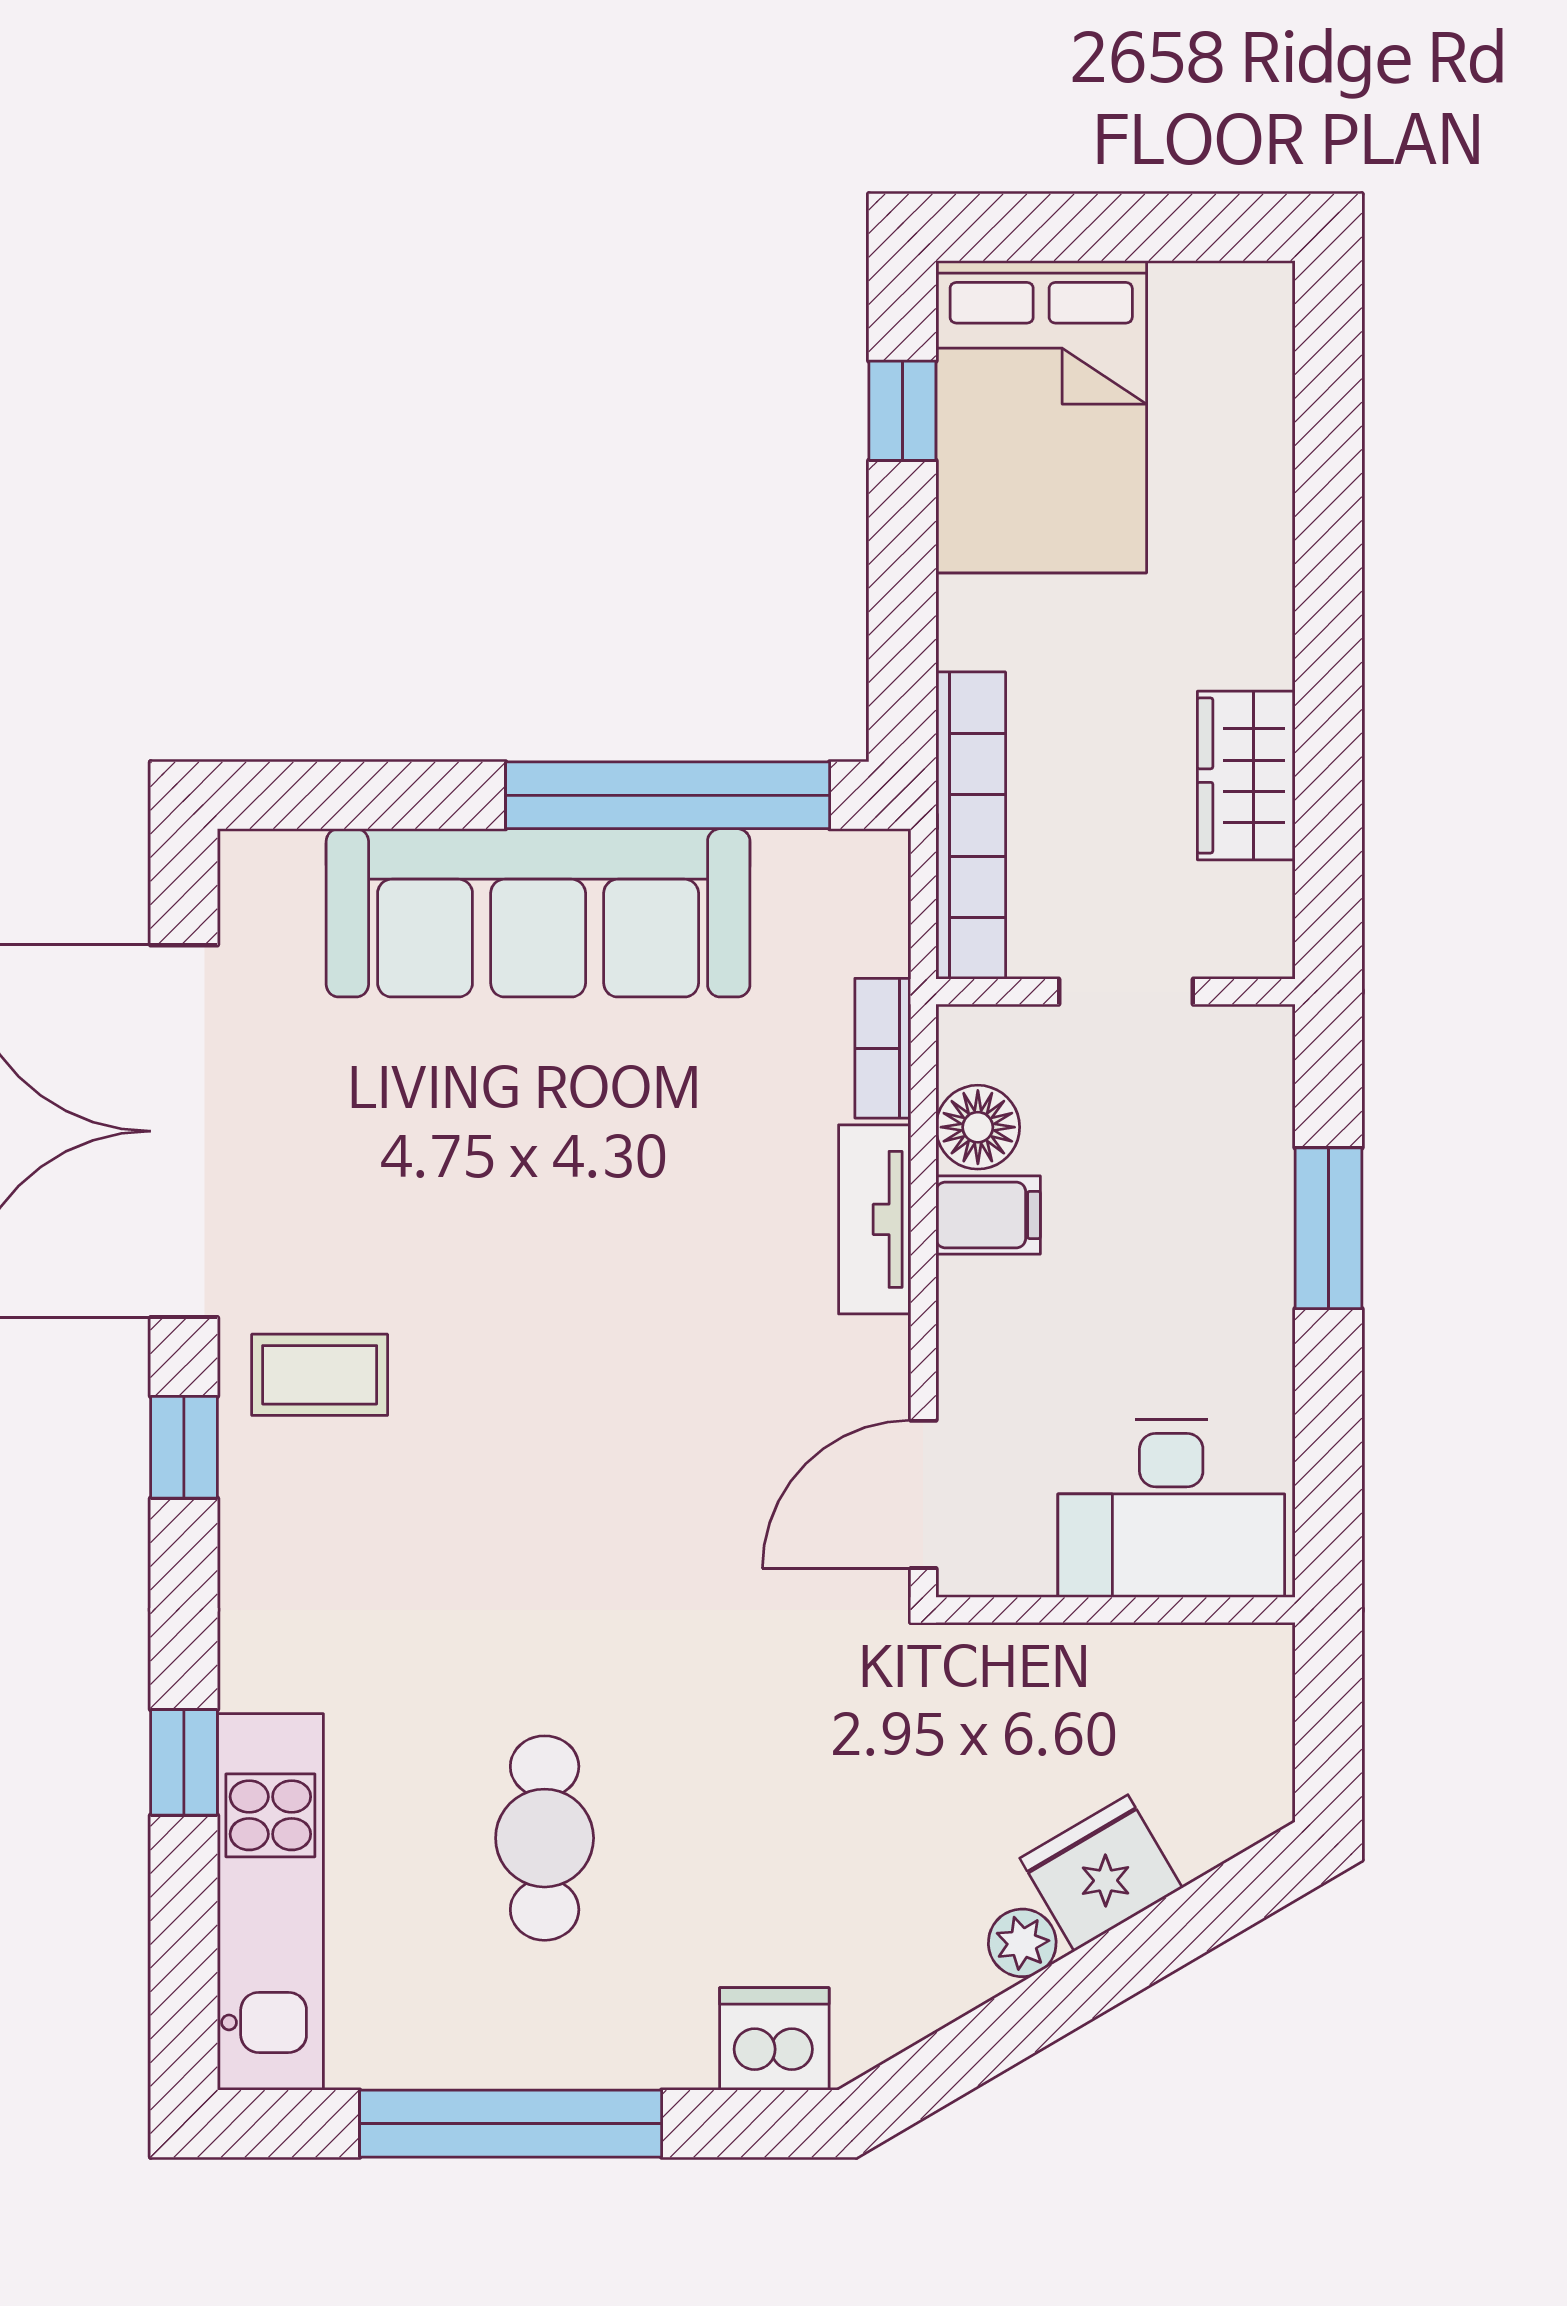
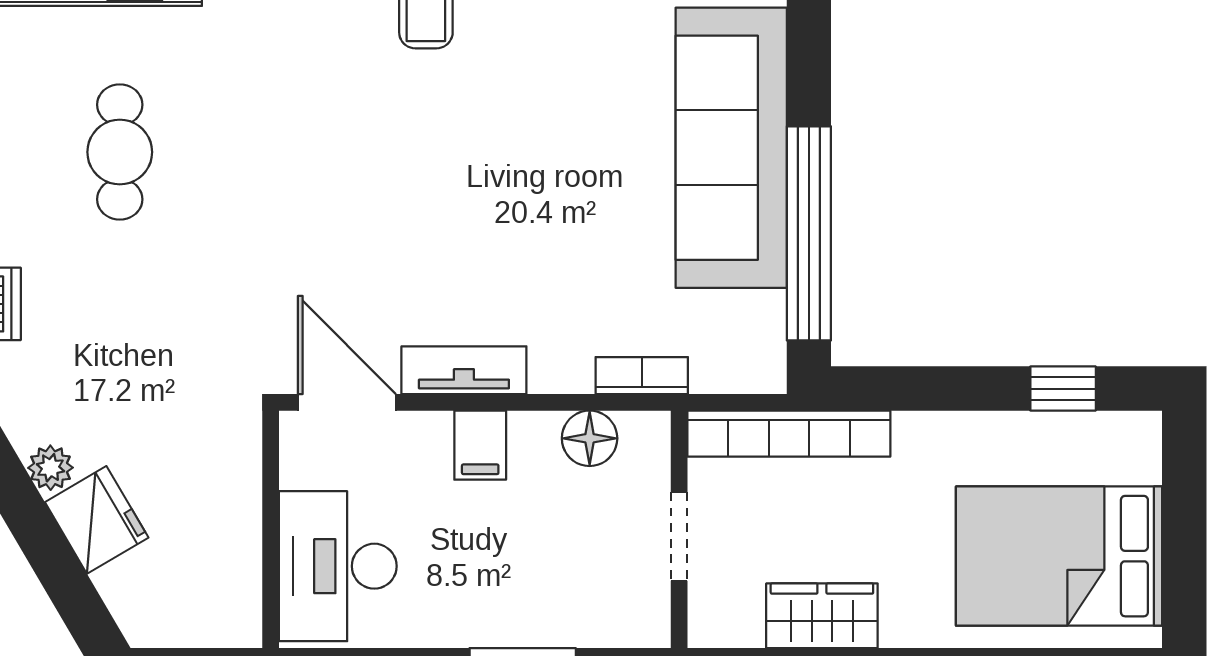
bed: (1041, 417) -> (1059, 556), moved
filing cabinet: (988, 1215) -> (480, 445), moved
tv unit: (875, 1219) -> (464, 370), moved
cafe table: (545, 1838) -> (120, 152), turned 90

